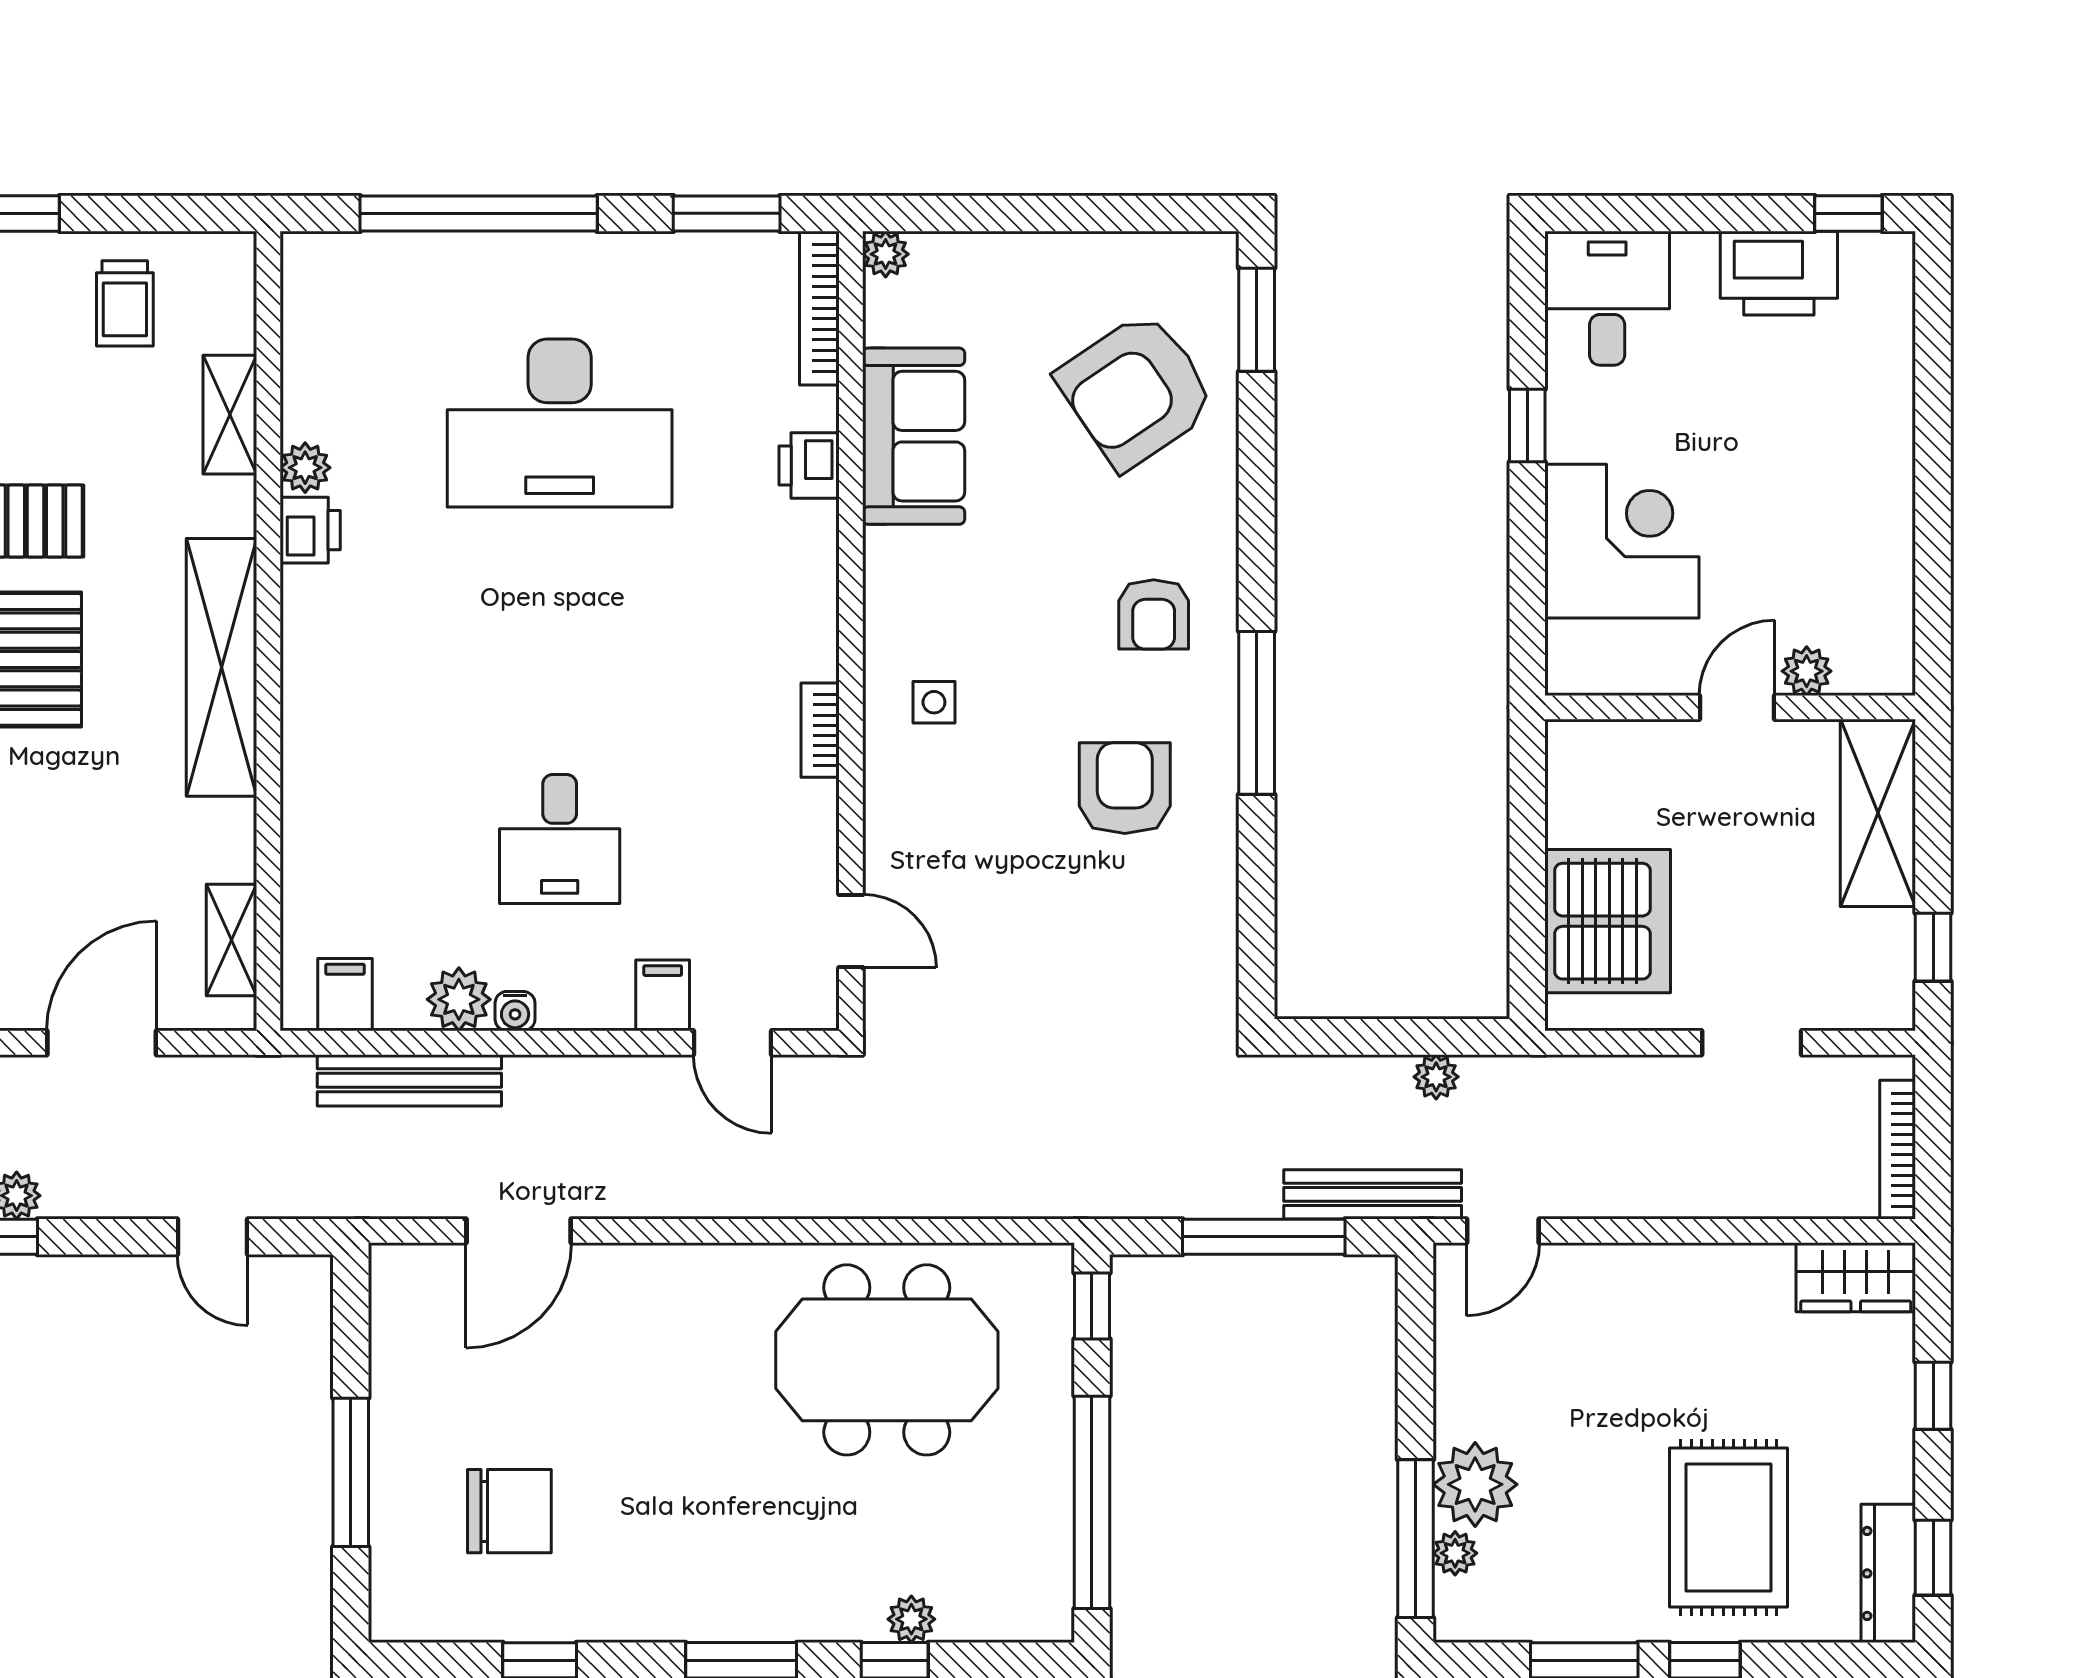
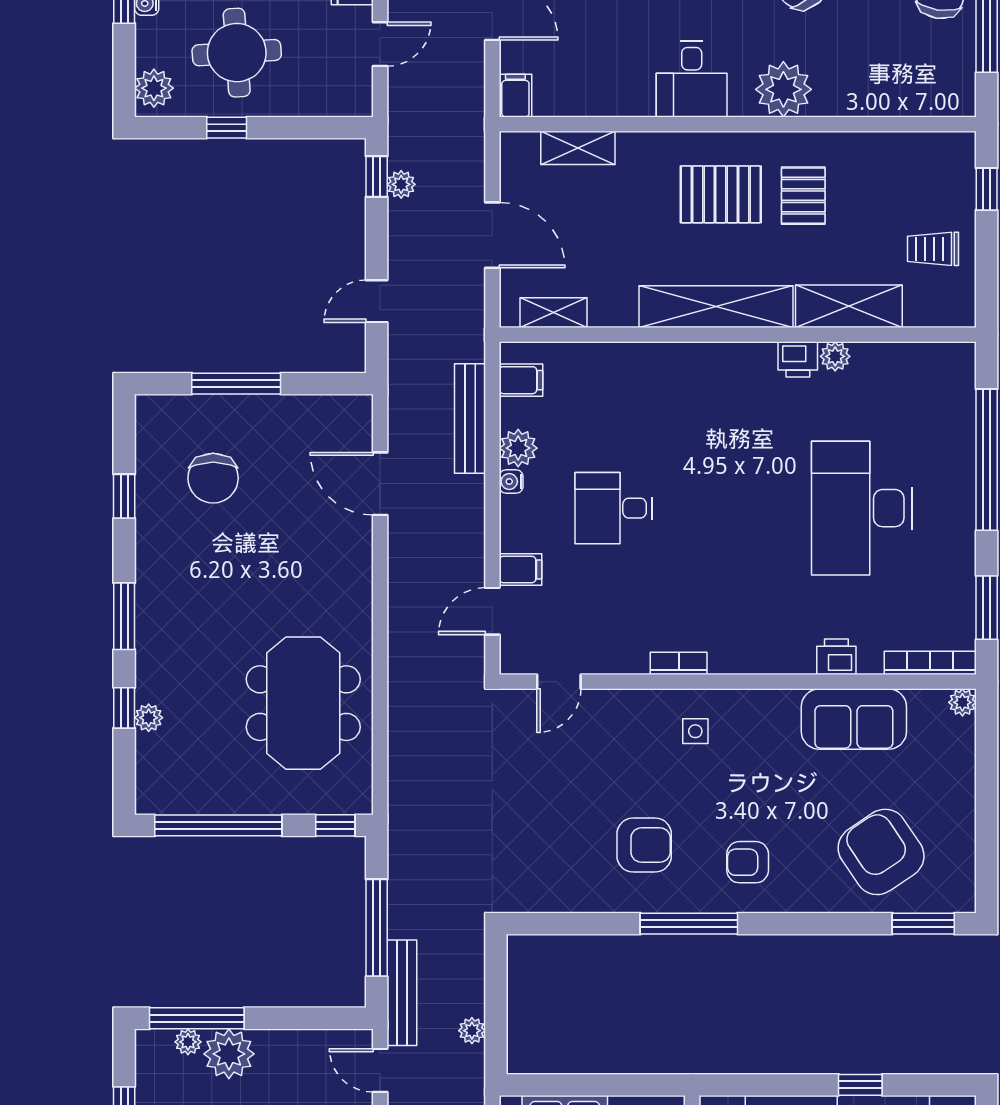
shelving: (230, 415) -> (849, 306), width x1.50, depth x1.33

